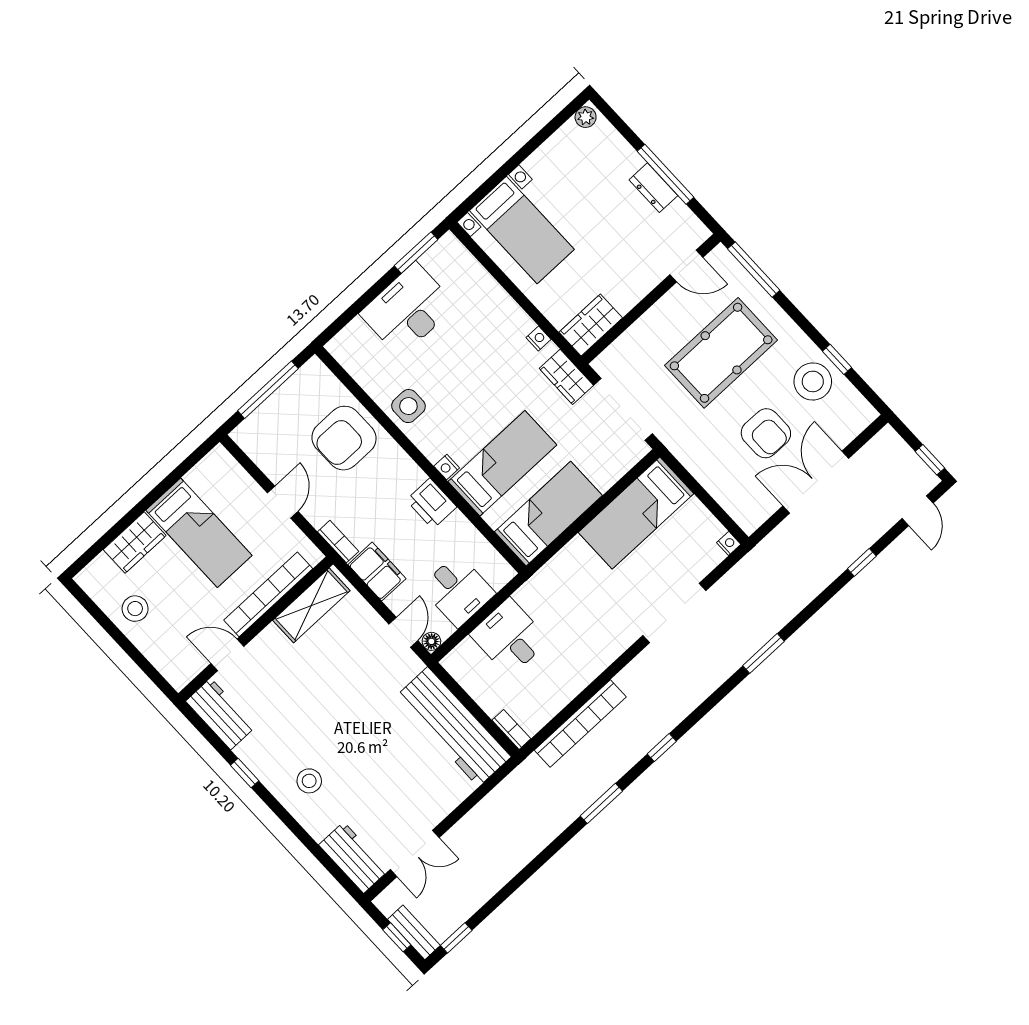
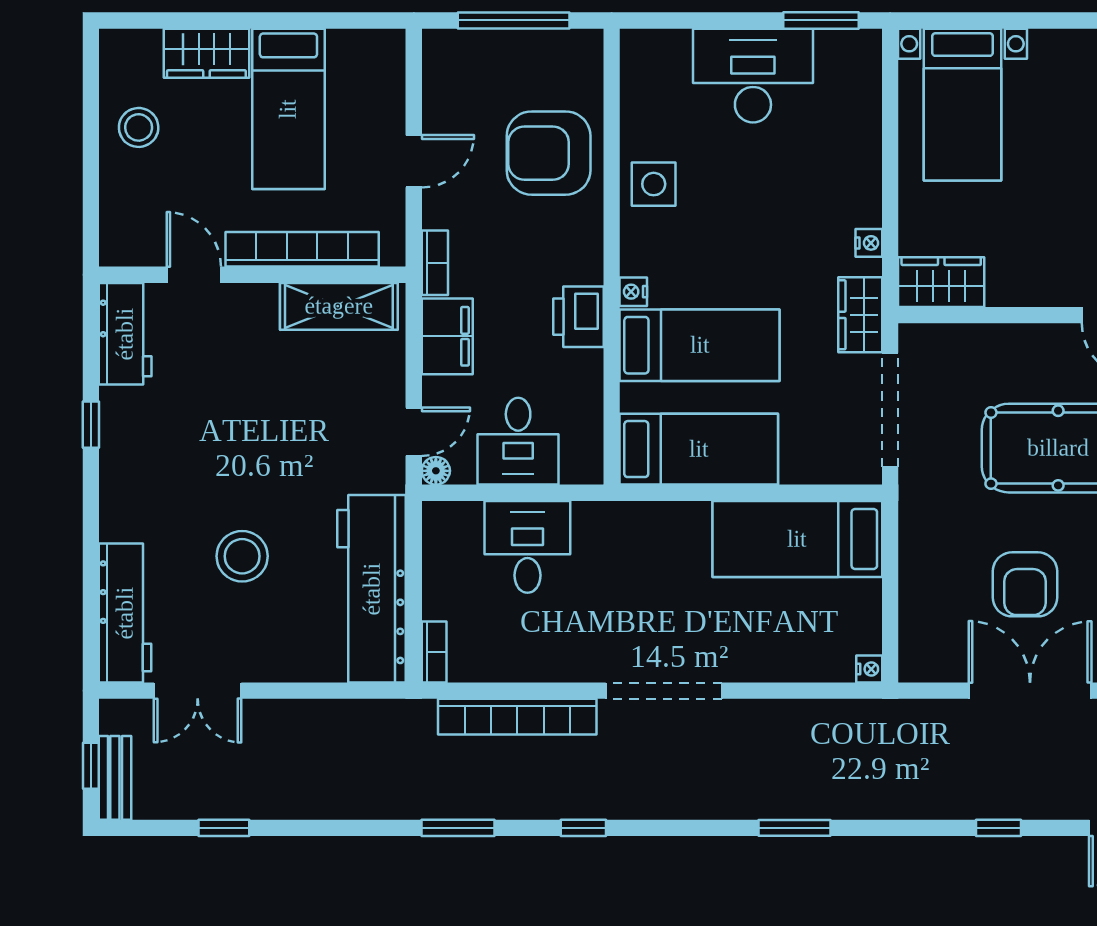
doorway: (674, 613) -> (664, 691), moved
stool: (309, 781) -> (242, 556), moved, width x1.38, depth x1.38
workbench: (354, 858) -> (125, 613), width x1.37
window: (456, 938) -> (224, 828), moved

